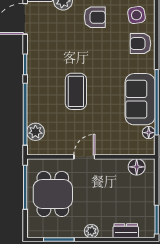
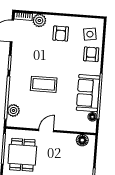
armchair: (95, 17) -> (61, 34), turned 90
armchair: (140, 44) -> (91, 54), turned 90
coffee table: (76, 91) -> (44, 84), turned 90

